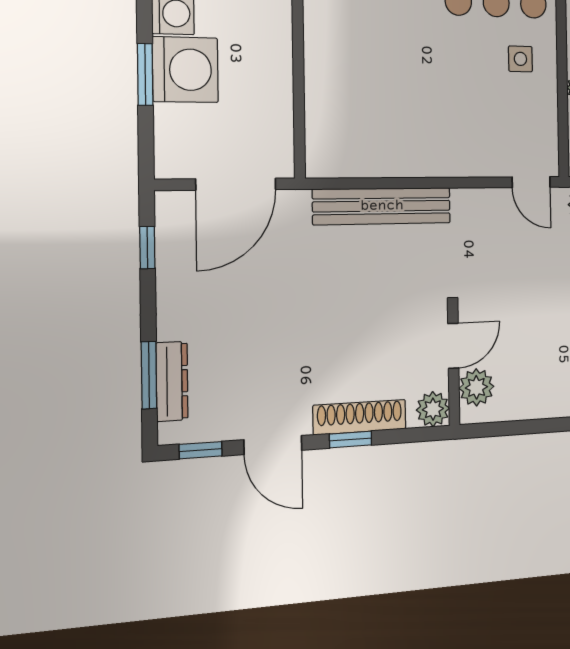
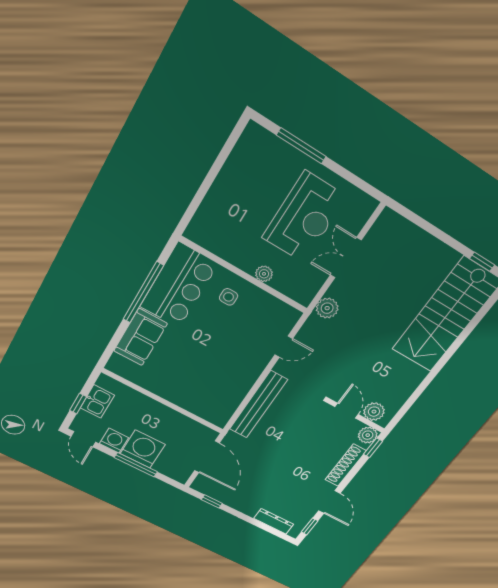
window: (145, 74) -> (136, 465), width x1.44
door: (531, 182) -> (284, 347), moved
window: (149, 375) -> (265, 527), removed
window: (351, 439) -> (373, 448), moved
door: (273, 445) -> (329, 502), hinge flipped

